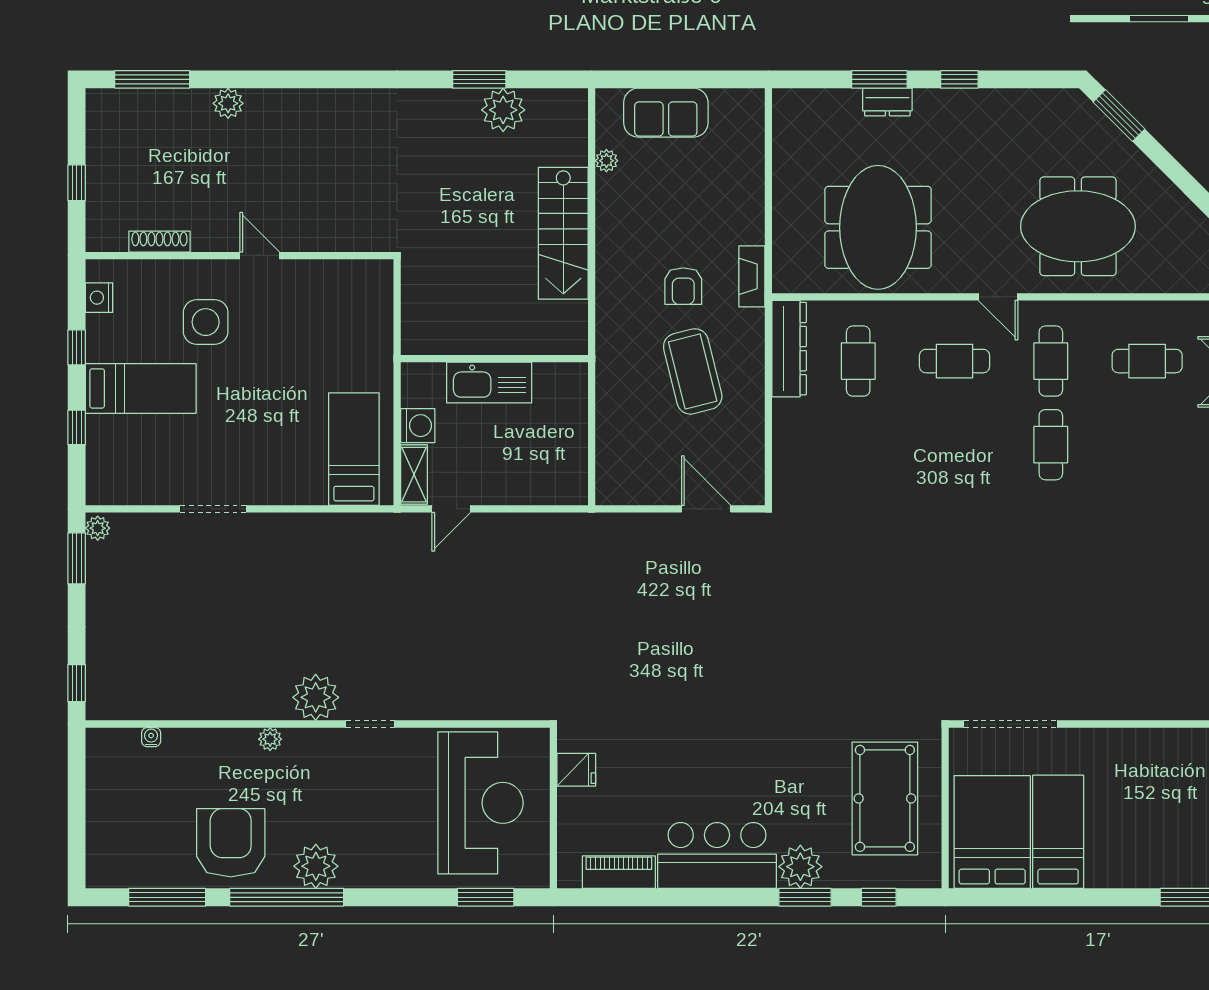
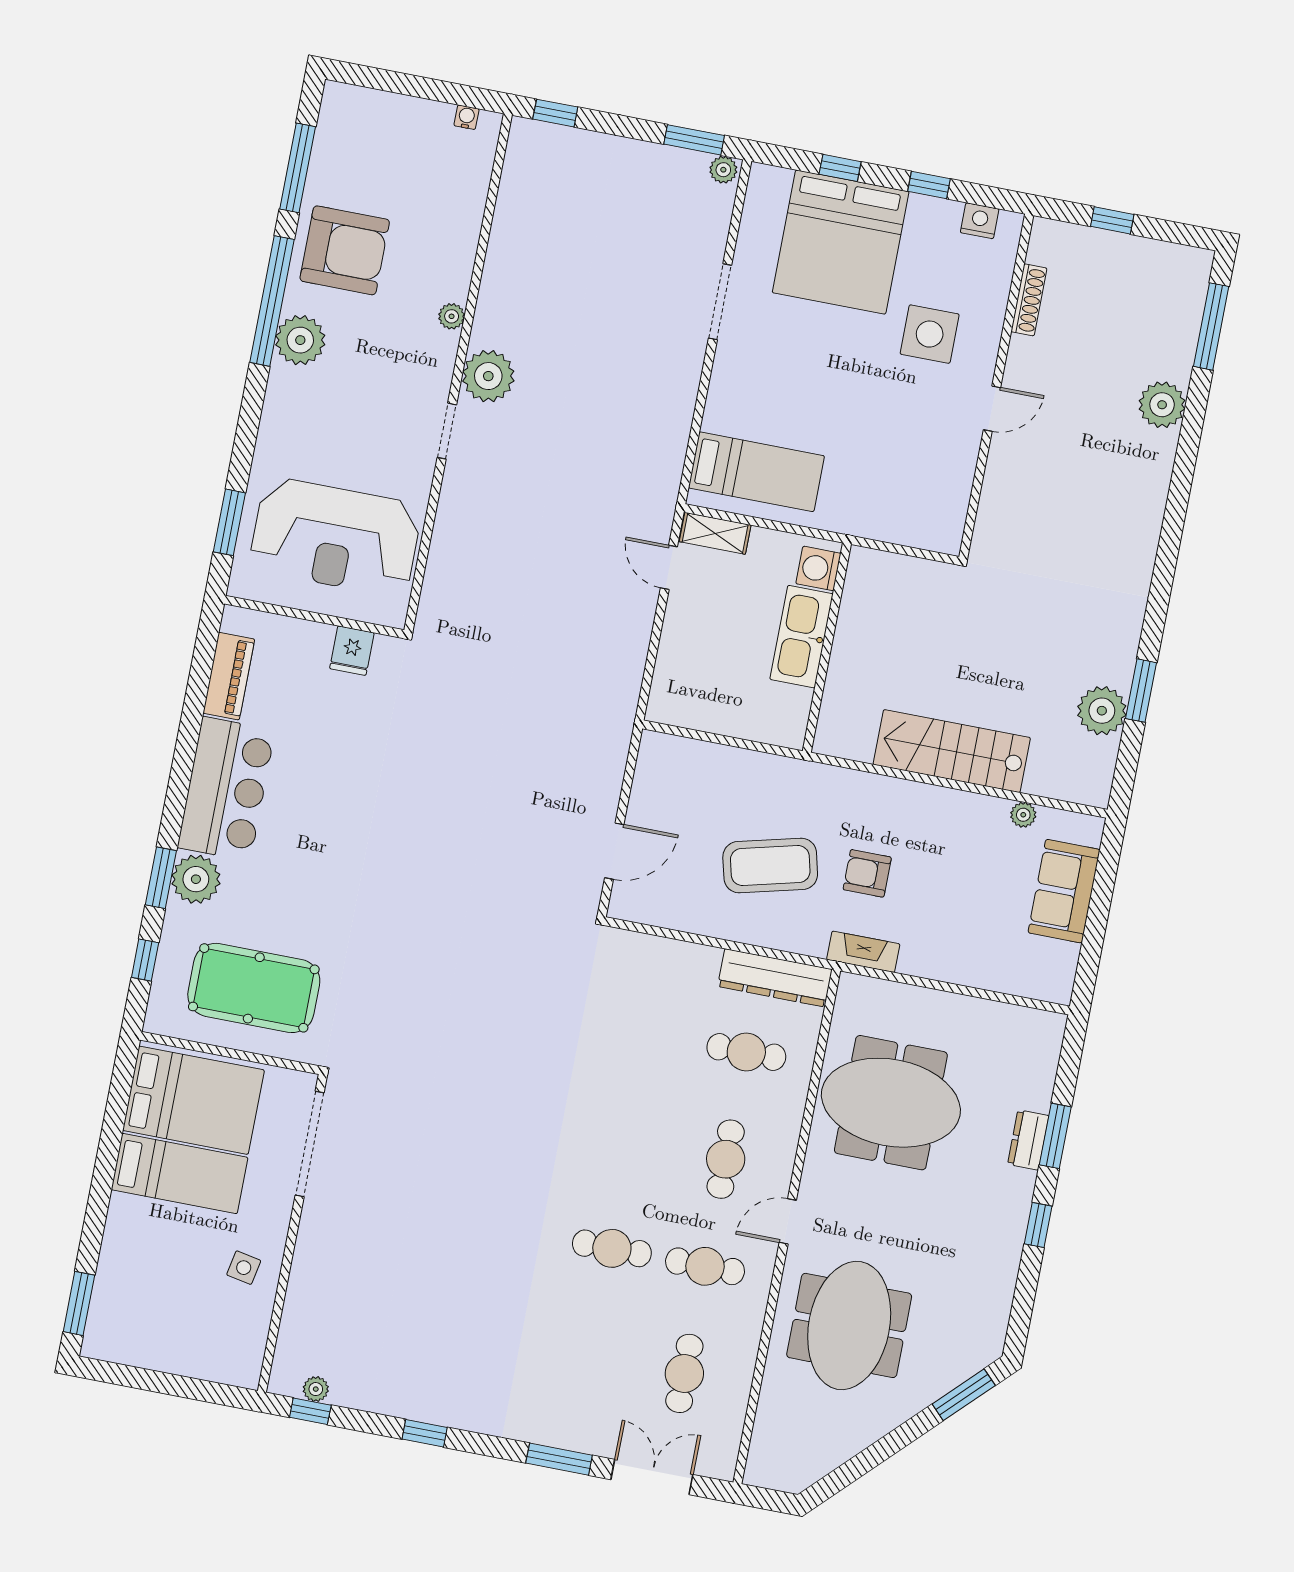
plant: (228, 103) -> (1162, 405), width x1.36, depth x1.36
bed: (141, 388) -> (841, 242), width x2.04
washing machine: (418, 426) -> (818, 568), moved, turned 90
water cooler: (151, 737) -> (466, 117), moved, turned -90
side table: (1129, 761) -> (244, 1268), added

